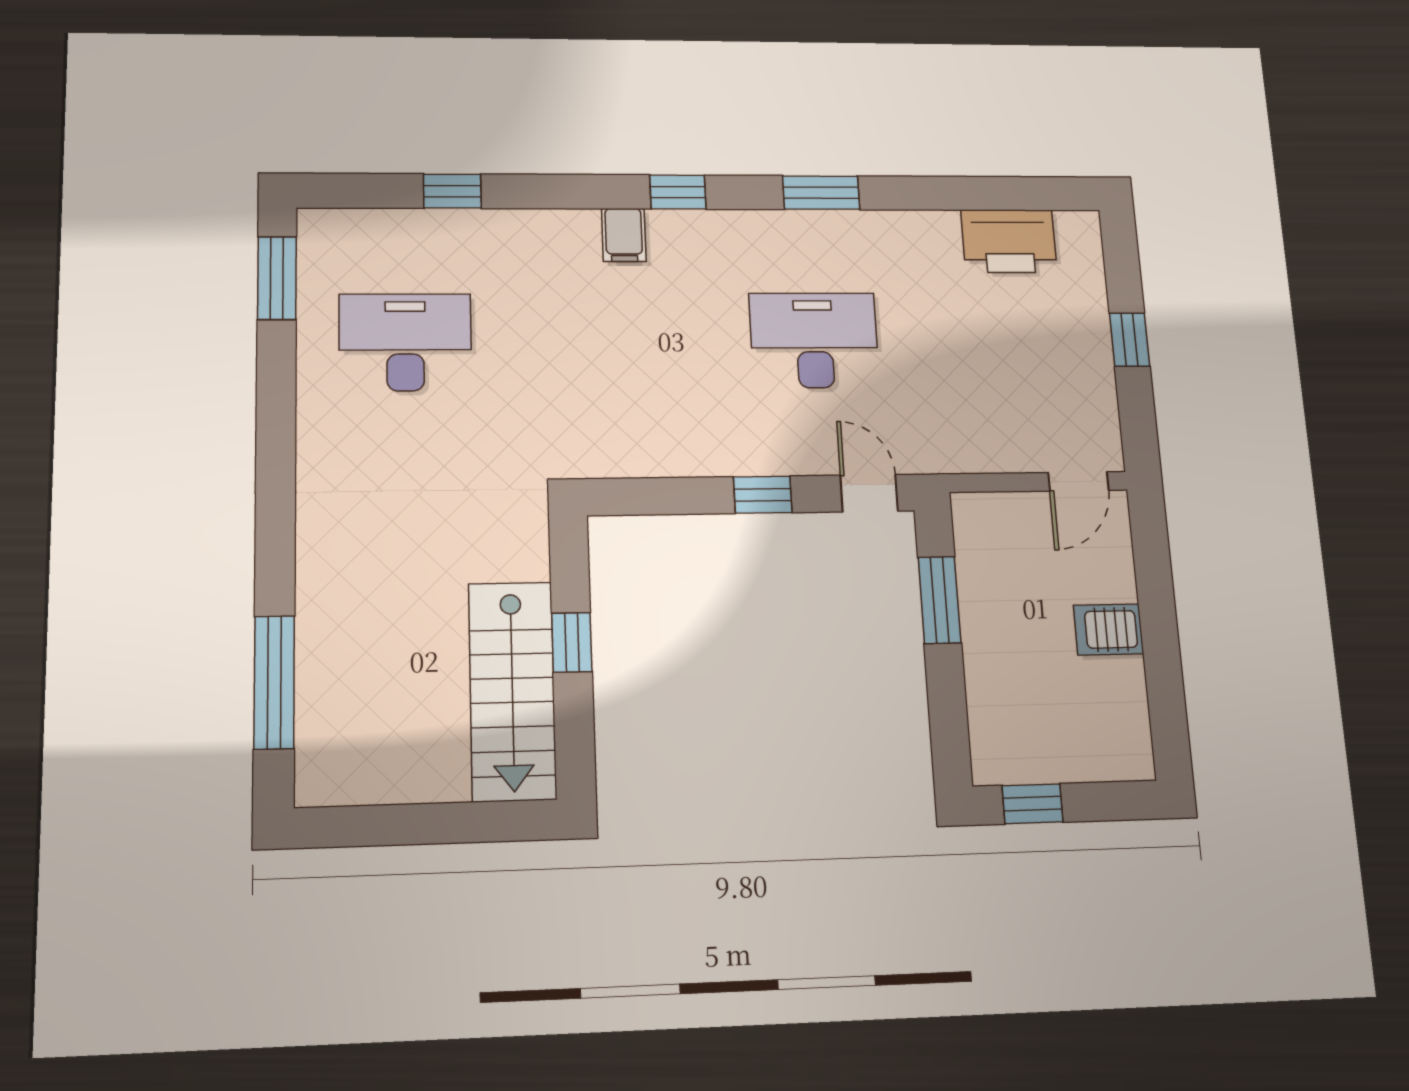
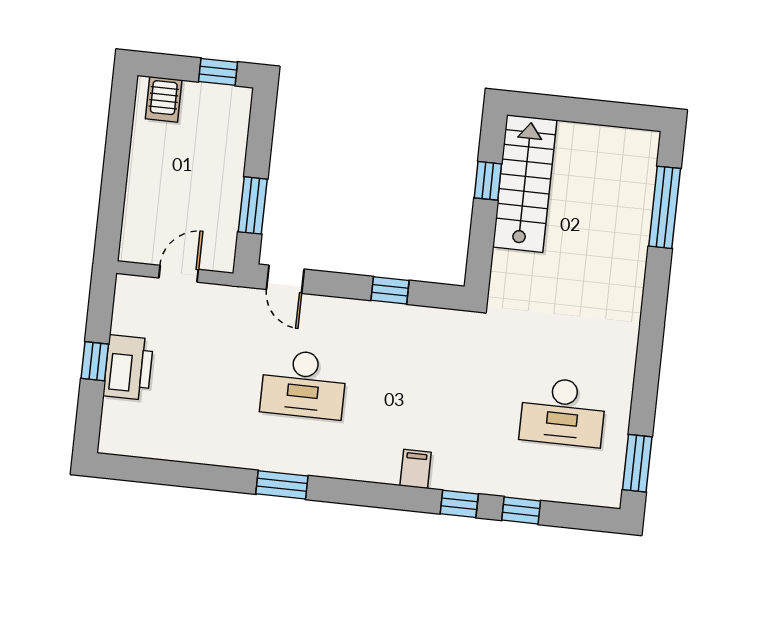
window: (678, 192) -> (459, 504), moved
printer: (1009, 241) -> (128, 367), moved, turned 90
door: (1078, 481) -> (179, 274), moved
window: (763, 495) -> (390, 290), moved
server rack: (1108, 629) -> (164, 99), moved, turned 90
window: (572, 642) -> (488, 181), moved

